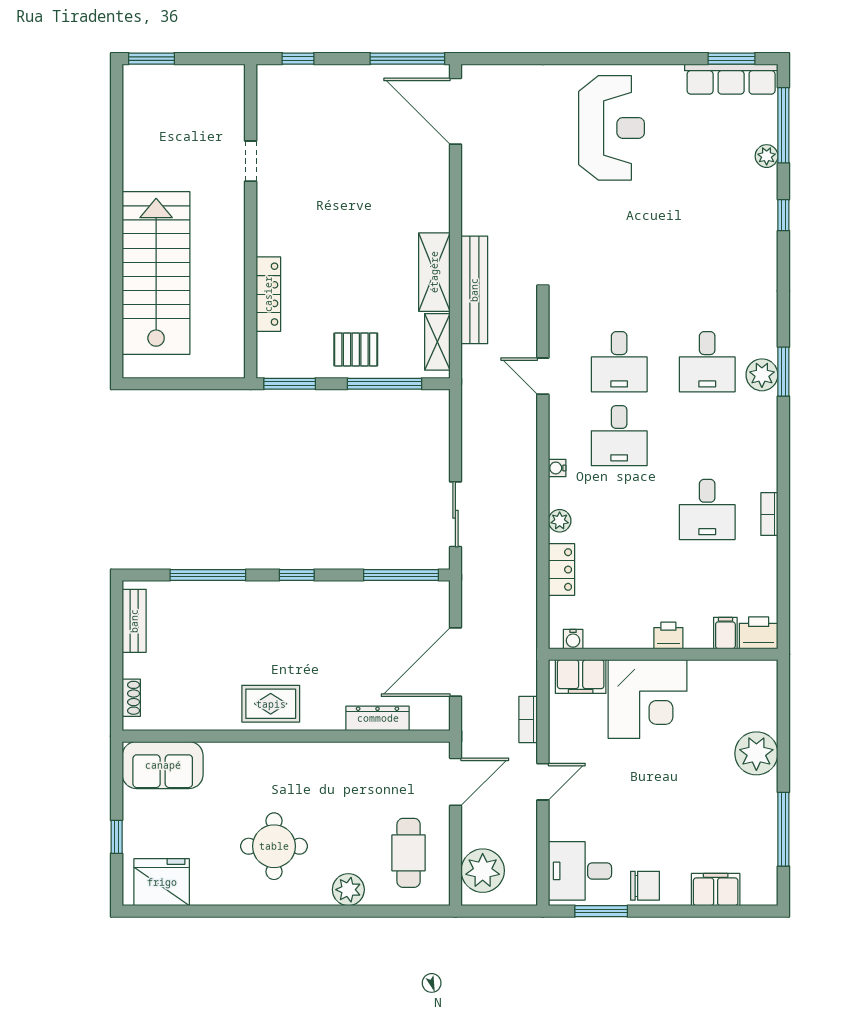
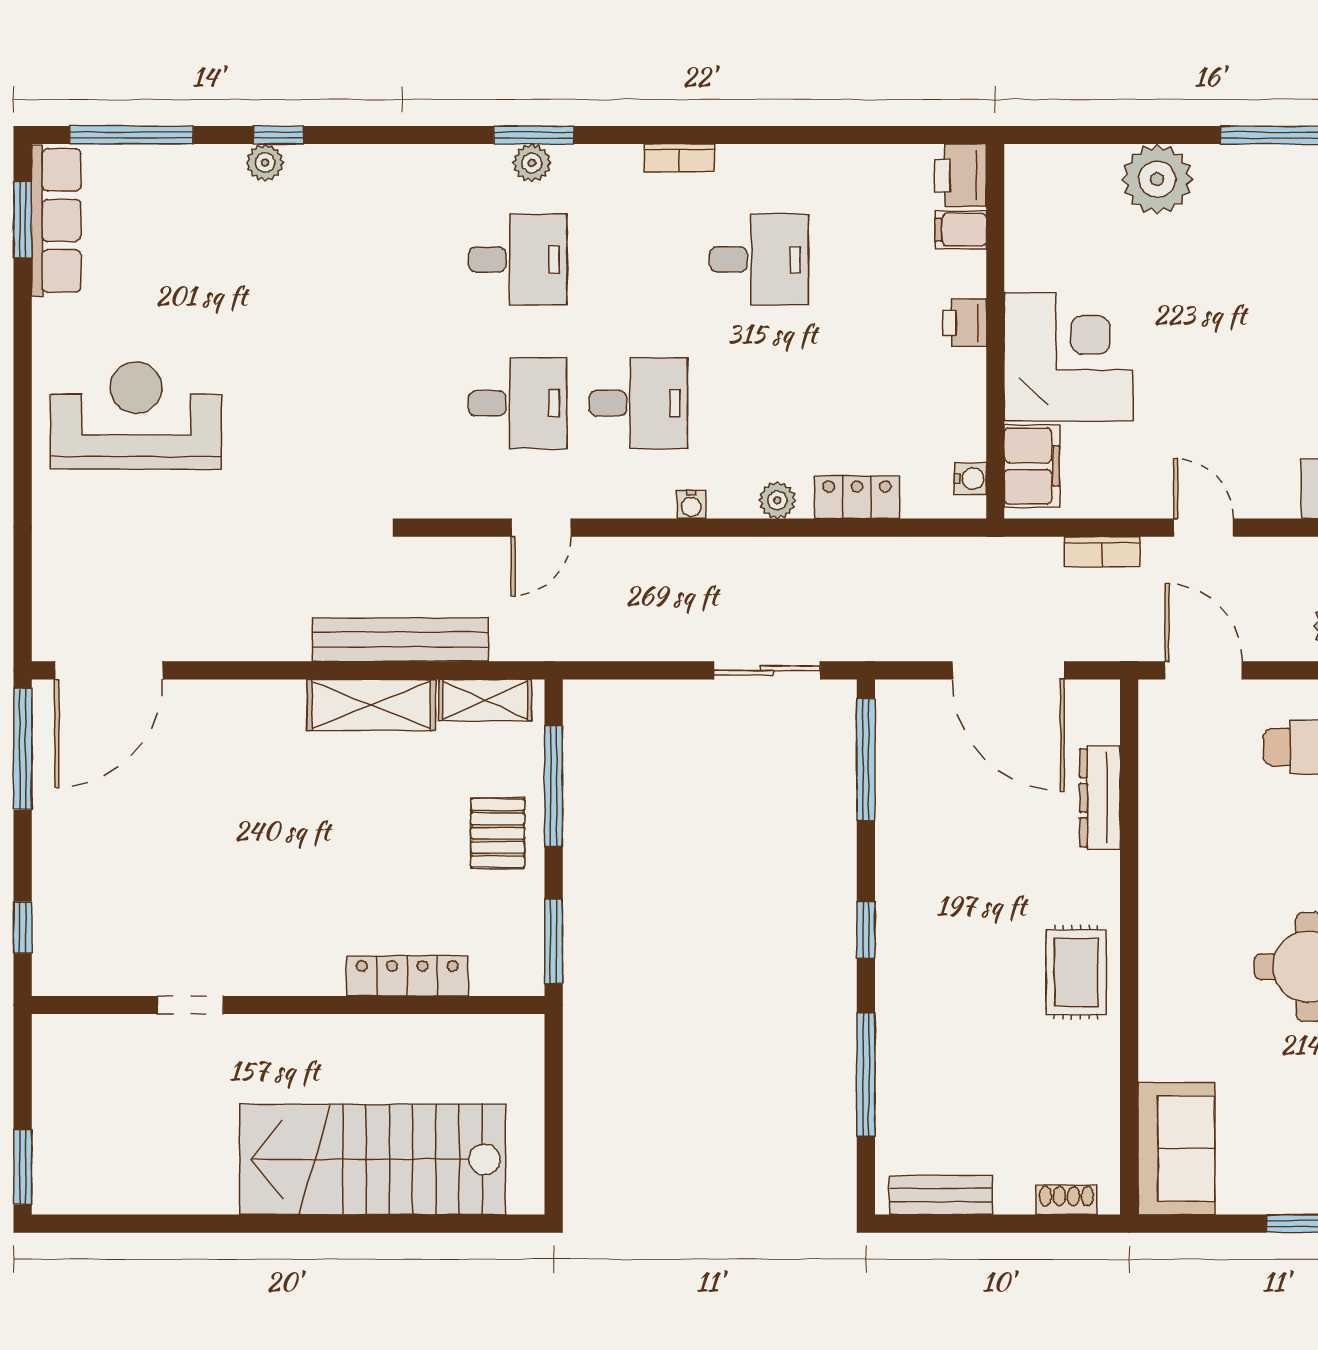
plant: (767, 156) -> (265, 163), moved
plant: (762, 375) -> (532, 163), width x0.73, depth x0.73
bookcase: (769, 514) -> (679, 158), moved

